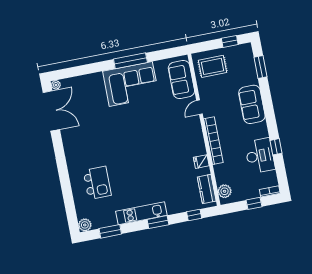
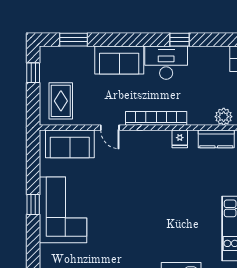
window: (130, 61) -> (33, 205), width x0.46
desk: (260, 156) -> (166, 63), moved

